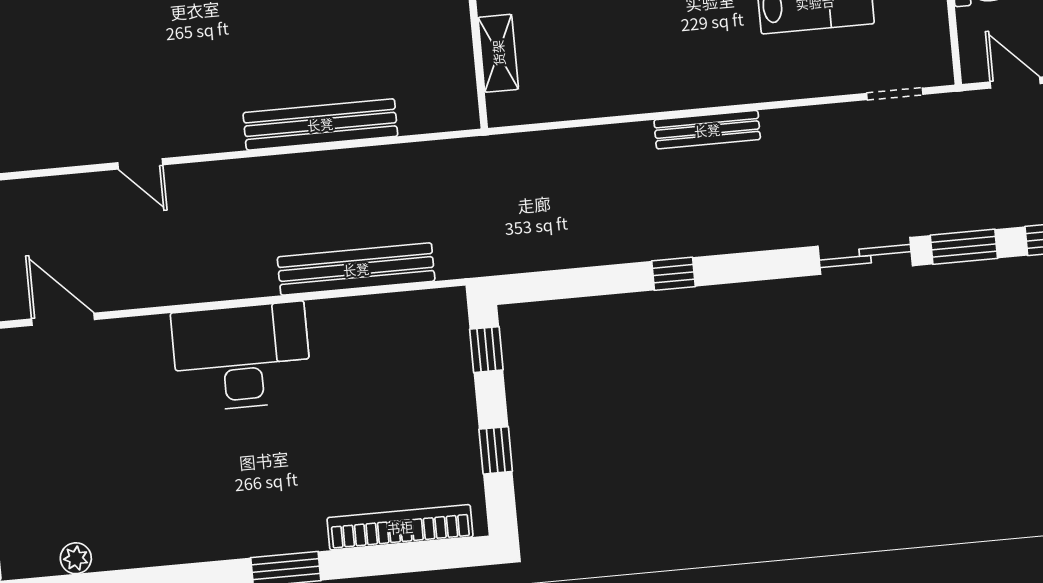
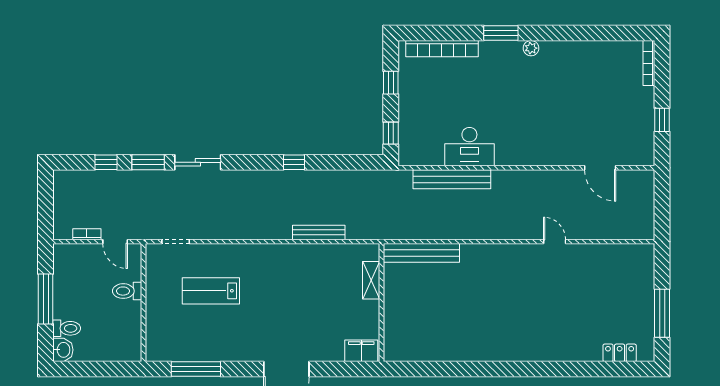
bench: (320, 124) -> (421, 253), moved
bench: (707, 130) -> (319, 232), moved
desk: (242, 357) -> (469, 147), moved, width x0.73, depth x0.77
plant: (76, 558) -> (531, 48), moved

